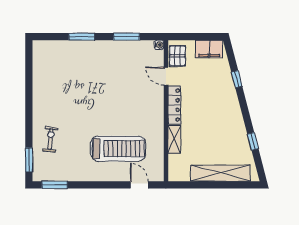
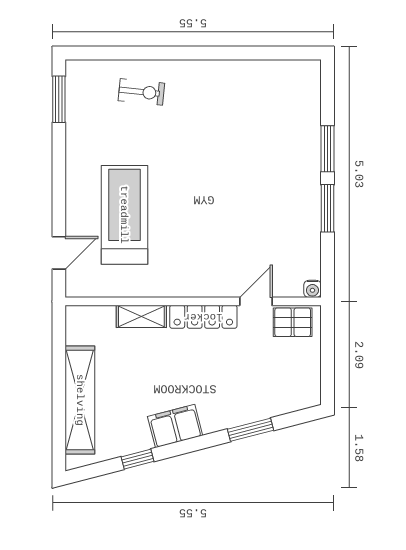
window: (127, 37) -> (328, 208), moved
filing cabinet: (209, 49) -> (175, 426), moved, turned 75
window: (237, 79) -> (251, 430), width x1.50
treadmill: (118, 149) -> (124, 215), turned 180
window: (29, 160) -> (104, 53), removed

